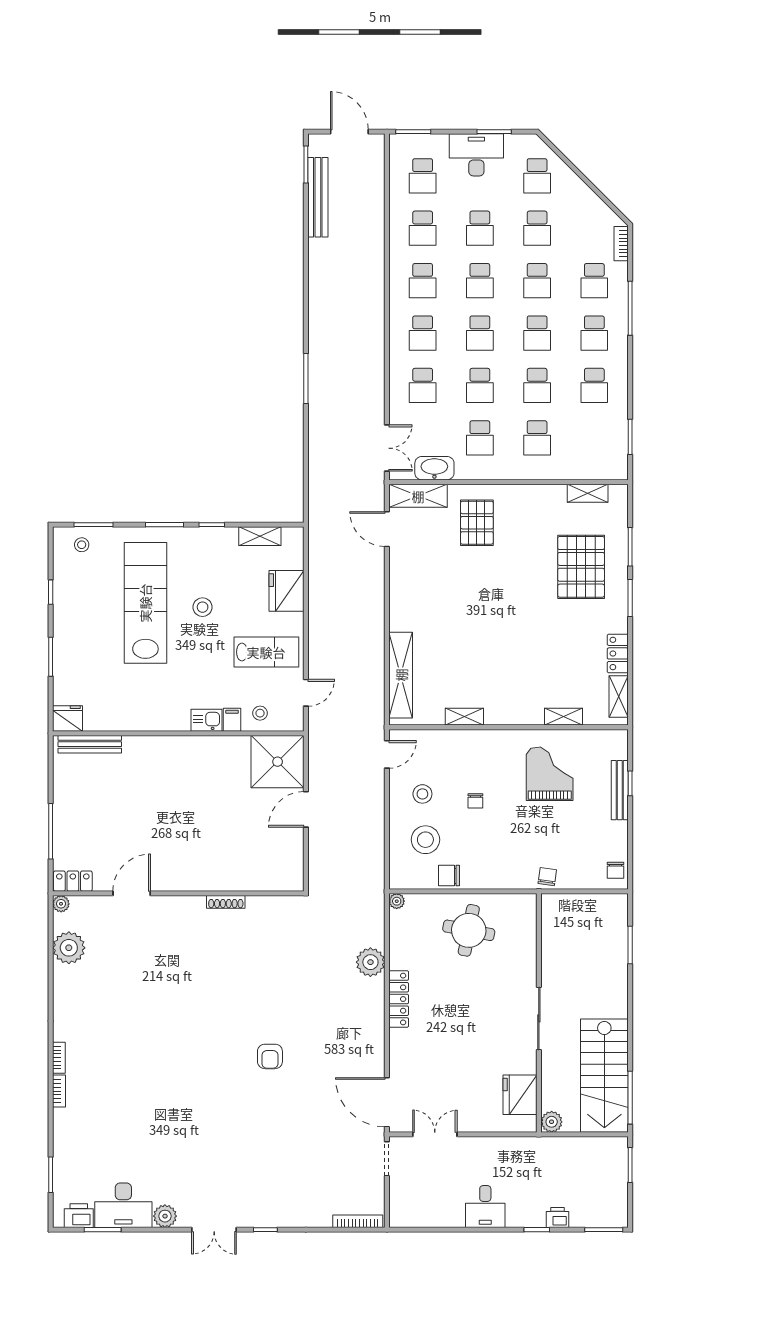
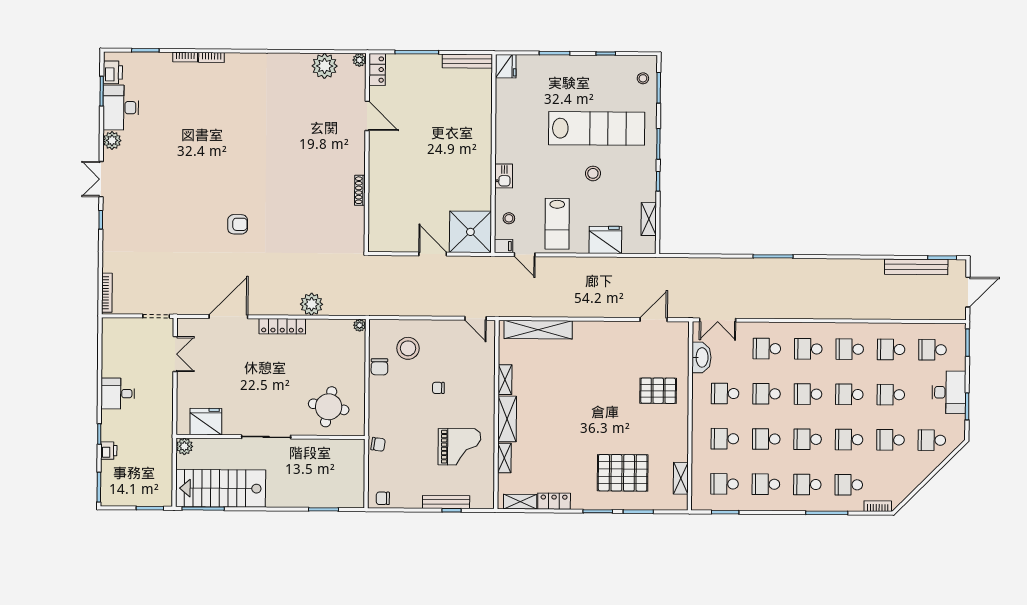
school desk: (594, 438) -> (725, 484), added
shelving: (418, 496) -> (507, 419), moved
filing cabinet: (232, 720) -> (503, 246), moved
bench: (90, 744) -> (467, 61), moved, turned 90
stool: (422, 794) -> (444, 346), removed
chair: (449, 876) -> (379, 367), turned 180
round table: (469, 930) -> (329, 407), moved
armchair: (270, 1056) -> (238, 224), turned 180
bookcase: (59, 1058) -> (185, 57), moved
door: (387, 1102) -> (228, 317), moved

